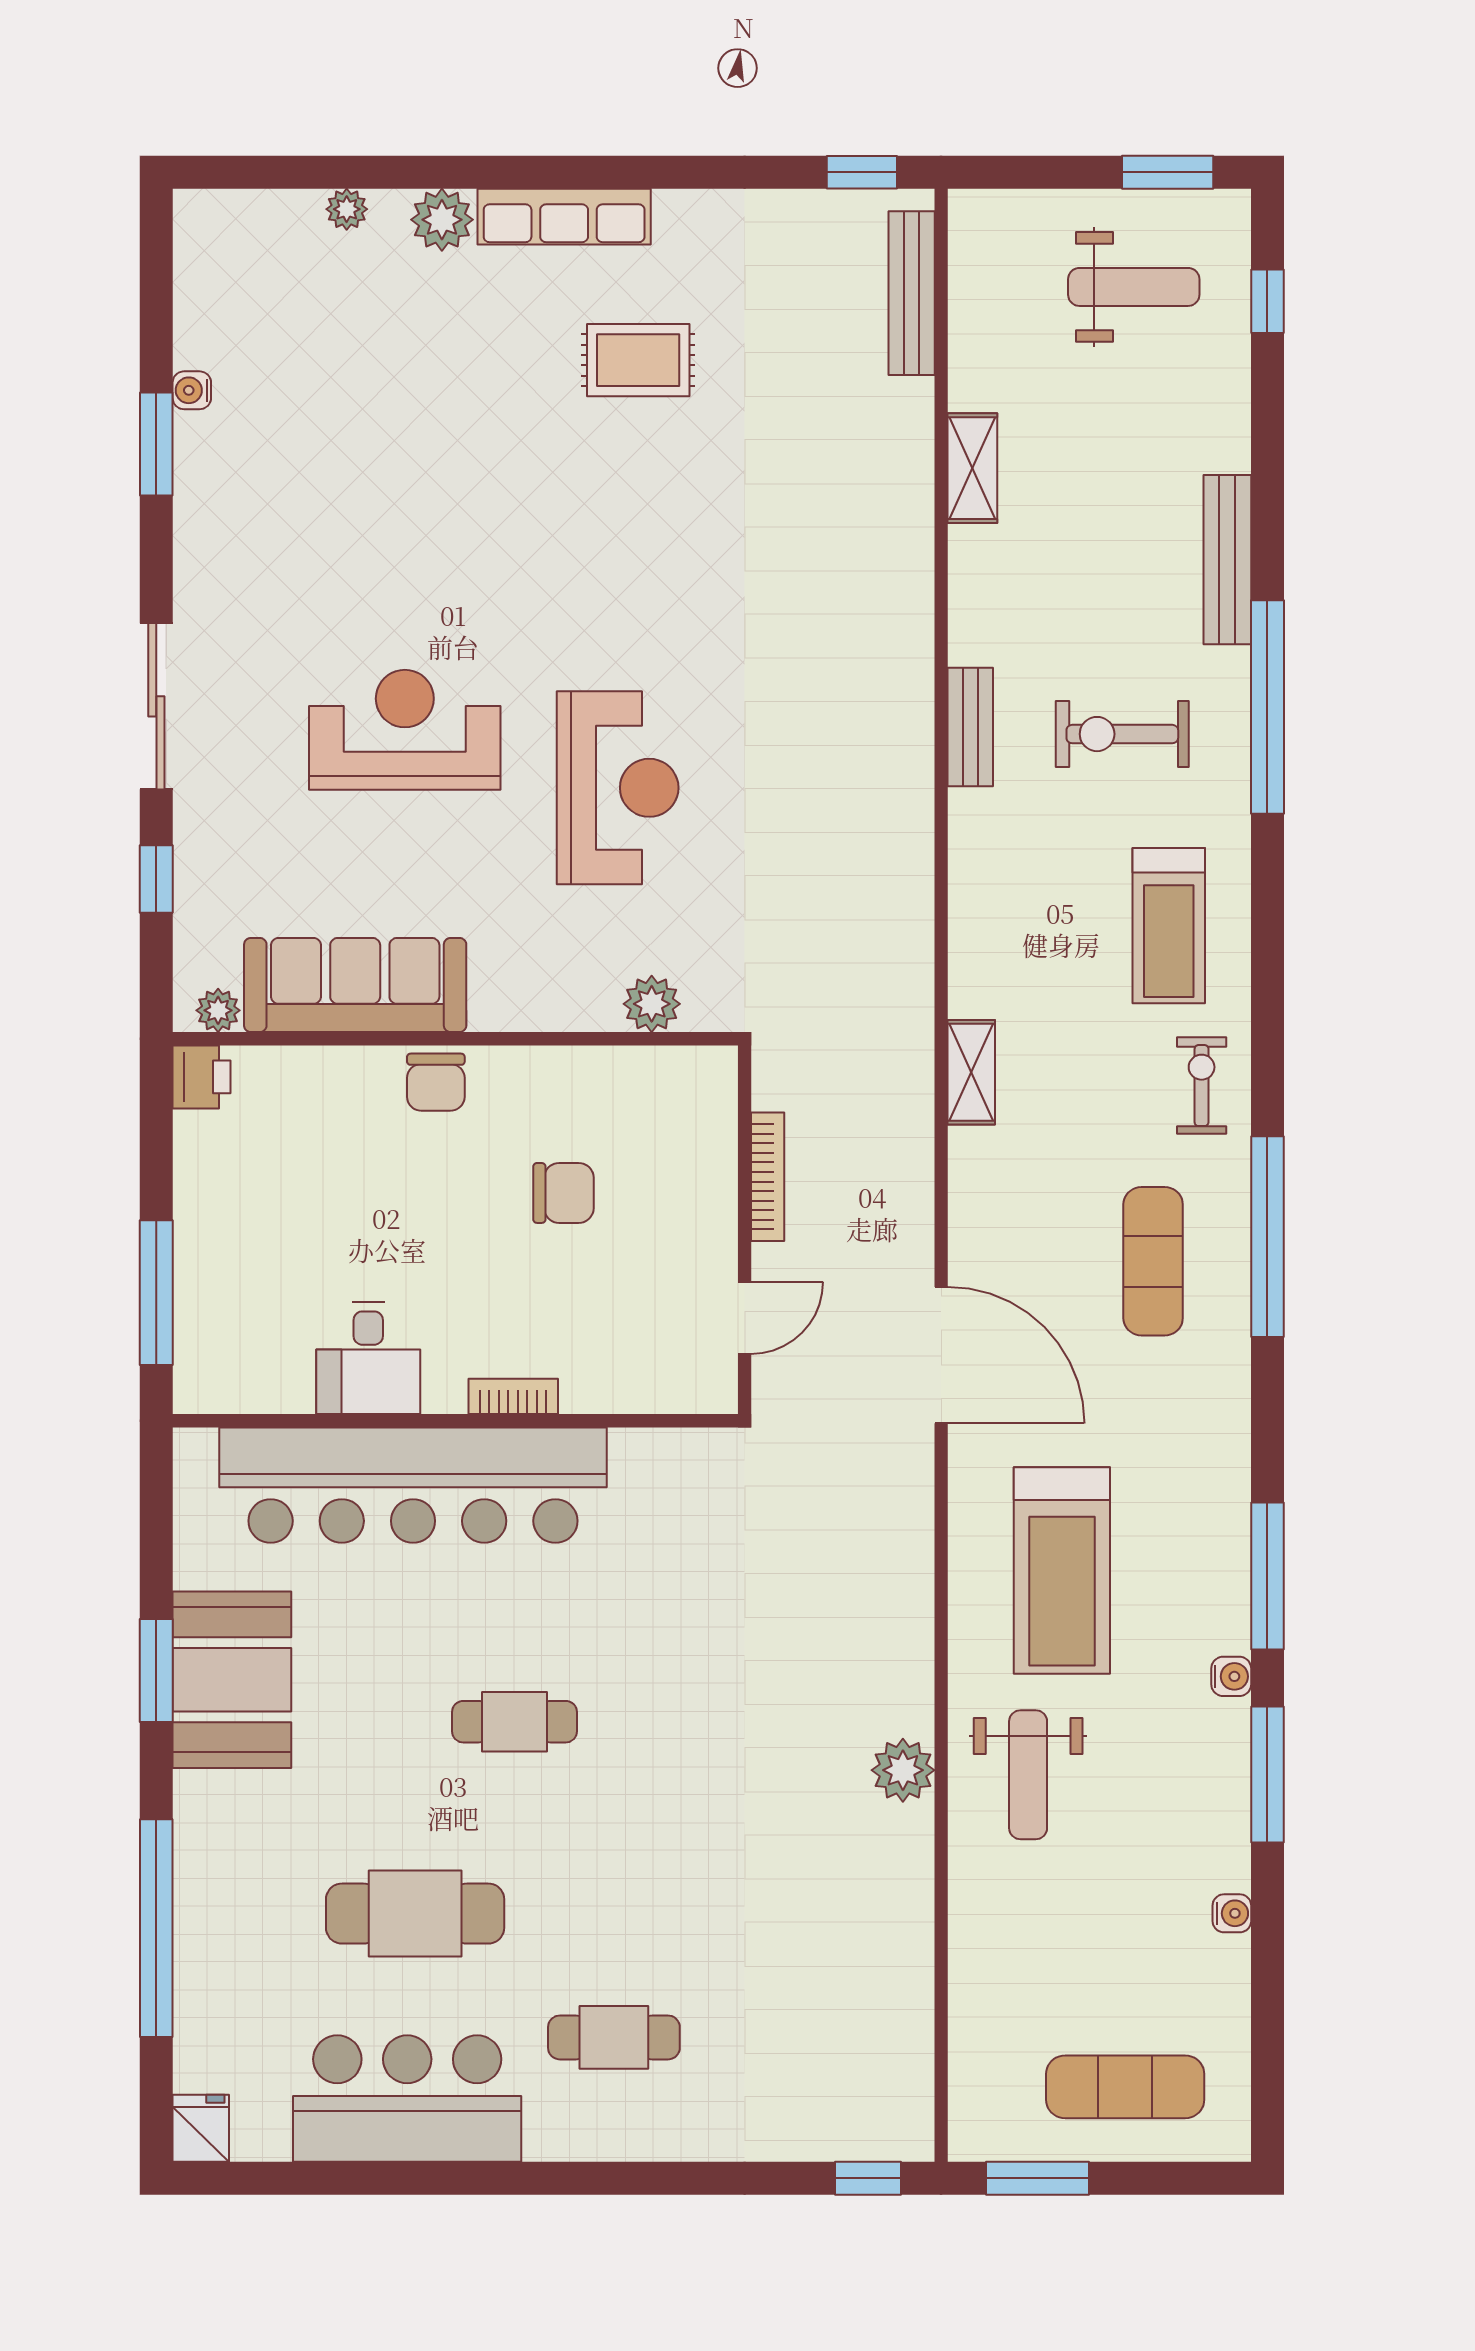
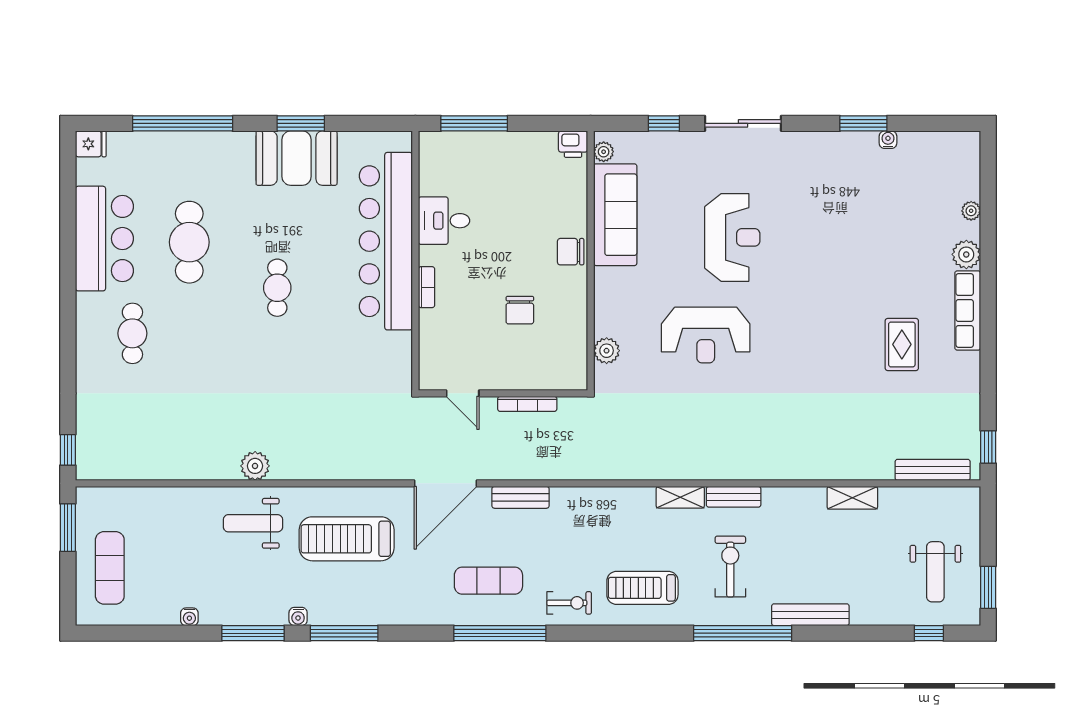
shelving: (971, 1072) -> (680, 497), moved
bench: (971, 1191) -> (521, 497), added

